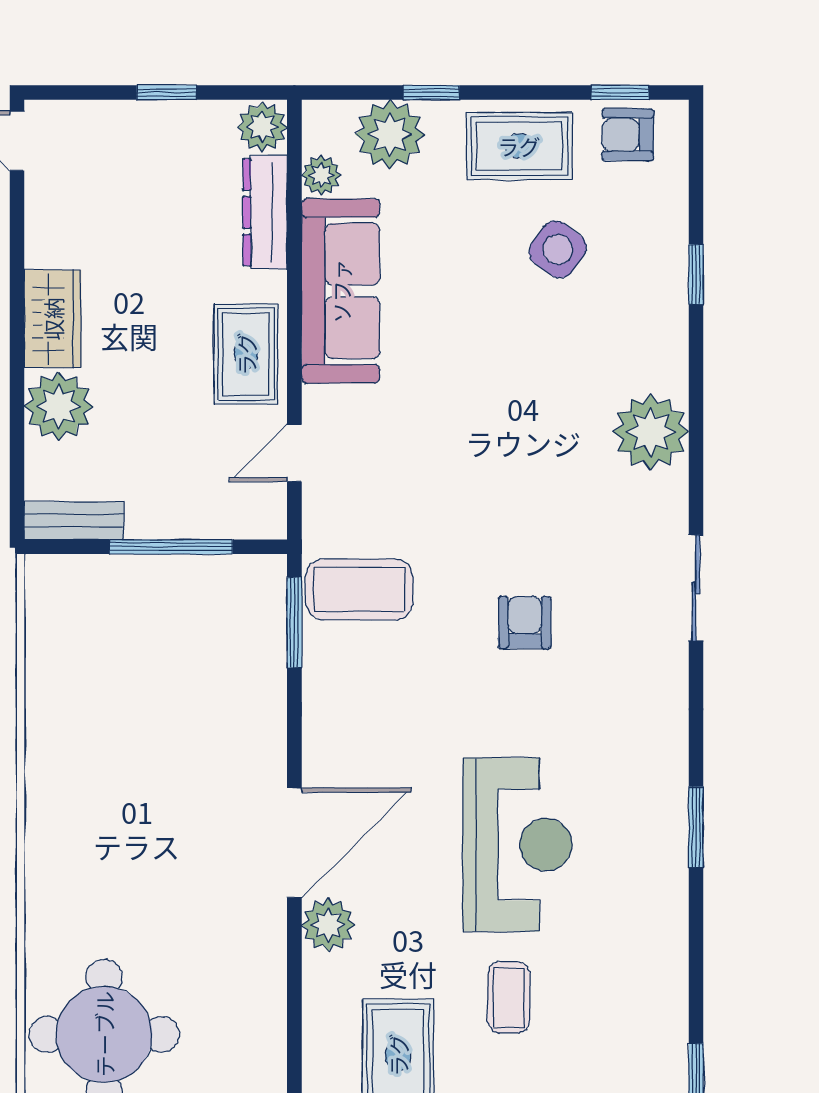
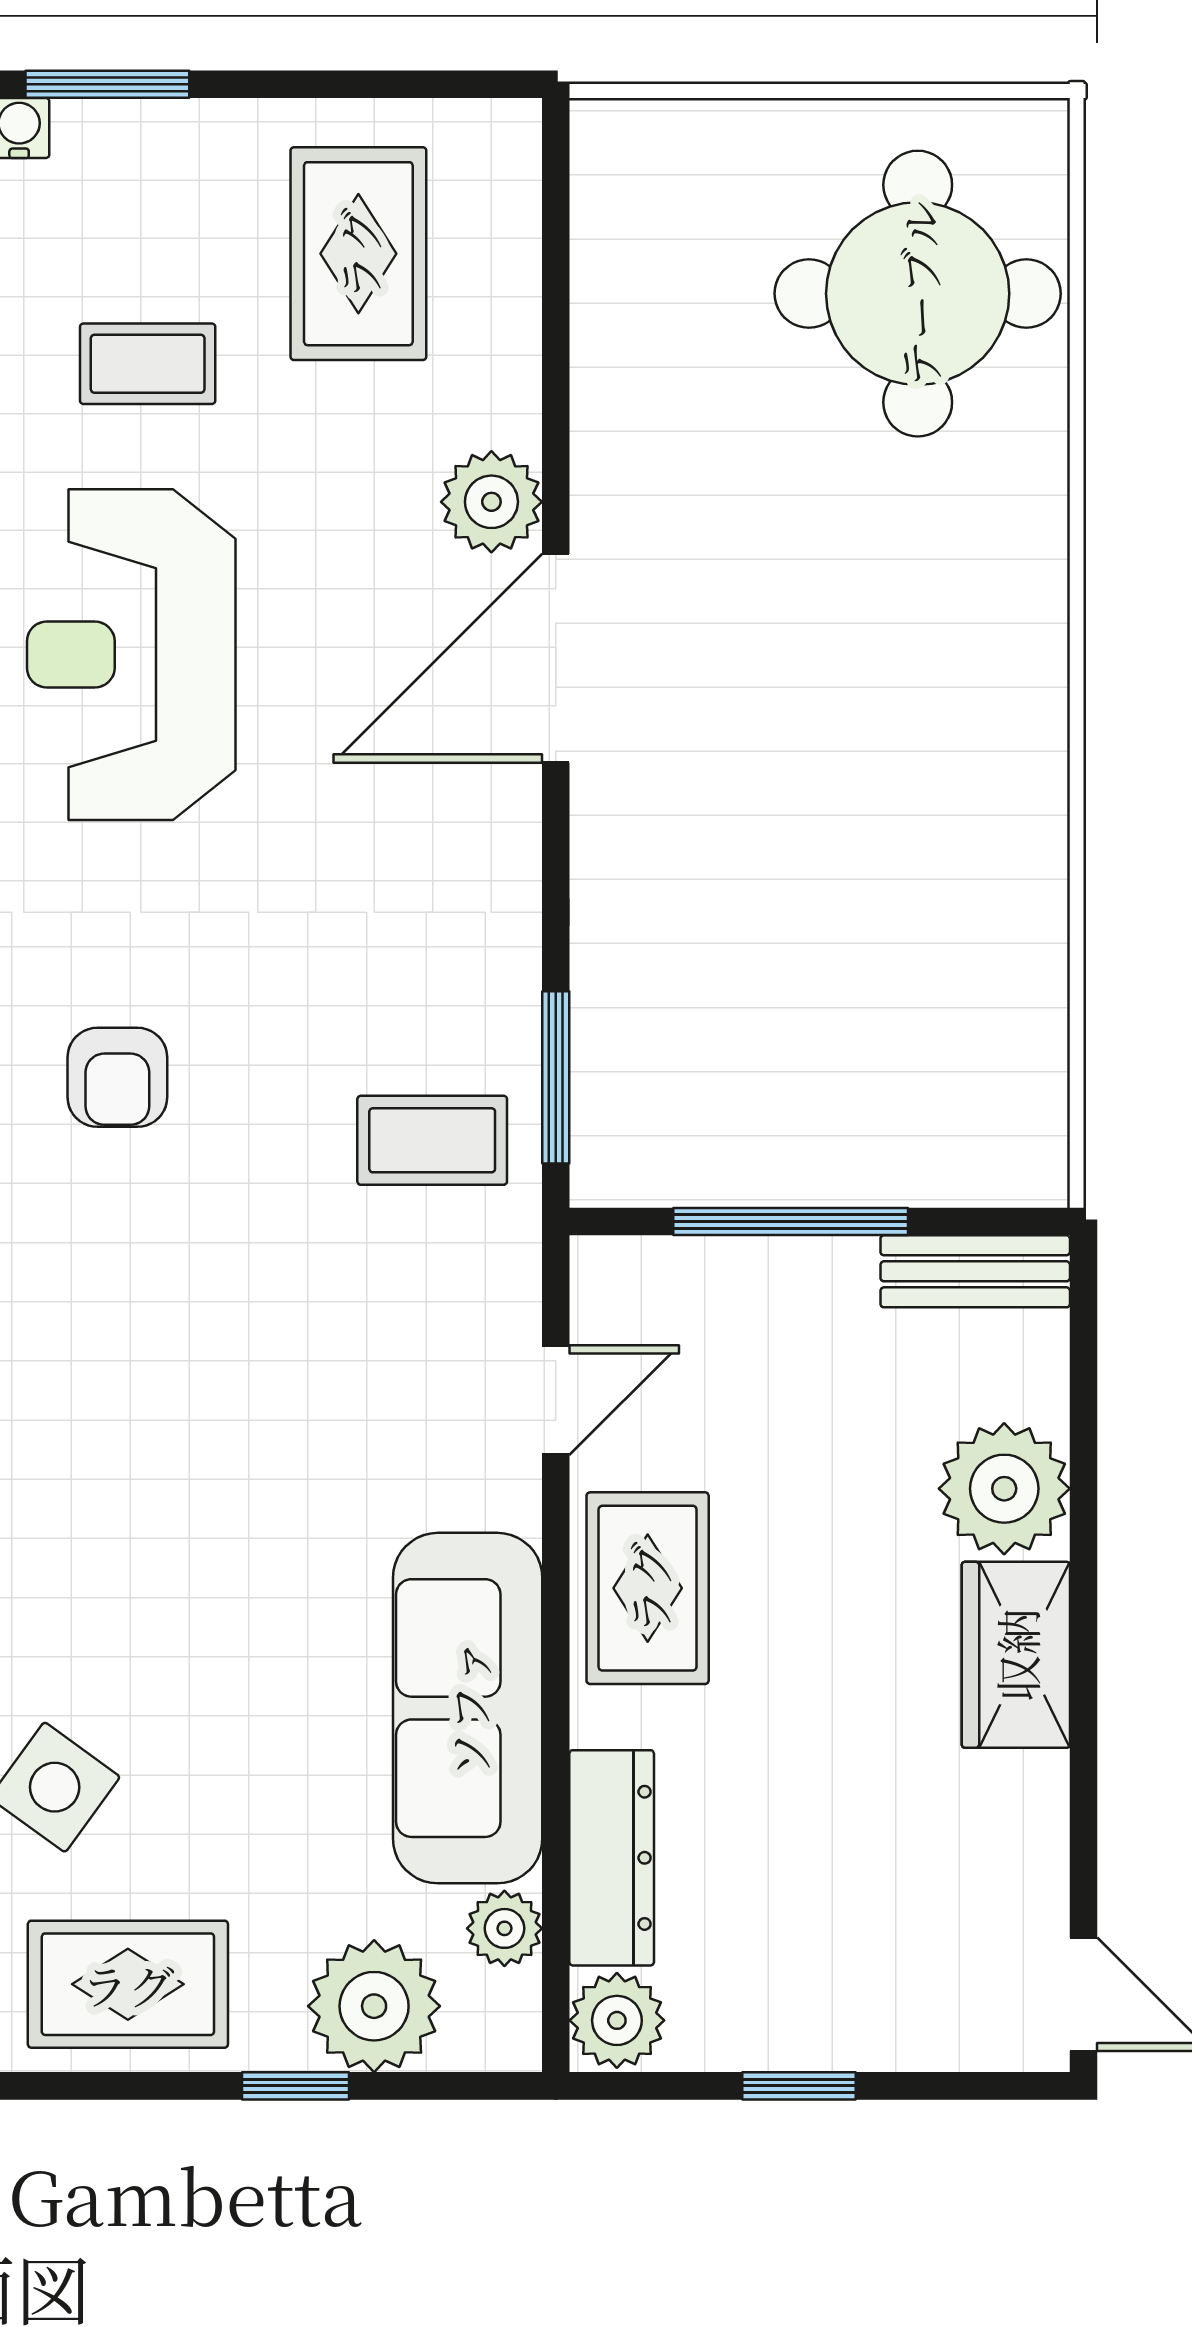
coffee table: (359, 589) -> (432, 1140), width x0.73, depth x0.77
coffee table: (509, 997) -> (148, 364), turned 90

